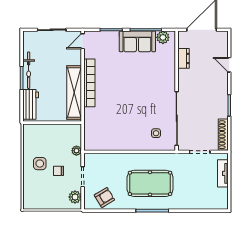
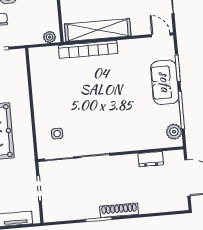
sofa: (137, 41) -> (165, 82), moved
door: (229, 65) -> (148, 215), removed
bookcase: (89, 83) -> (88, 49), moved
shoe rack: (223, 135) -> (119, 210), moved
plant: (76, 151) -> (50, 37), moved

